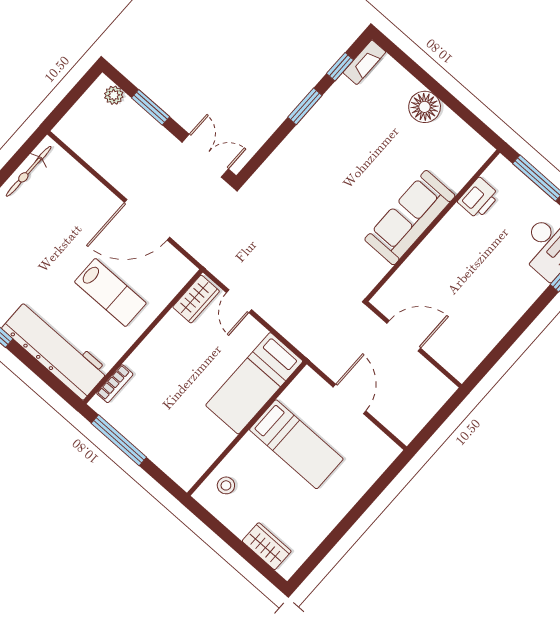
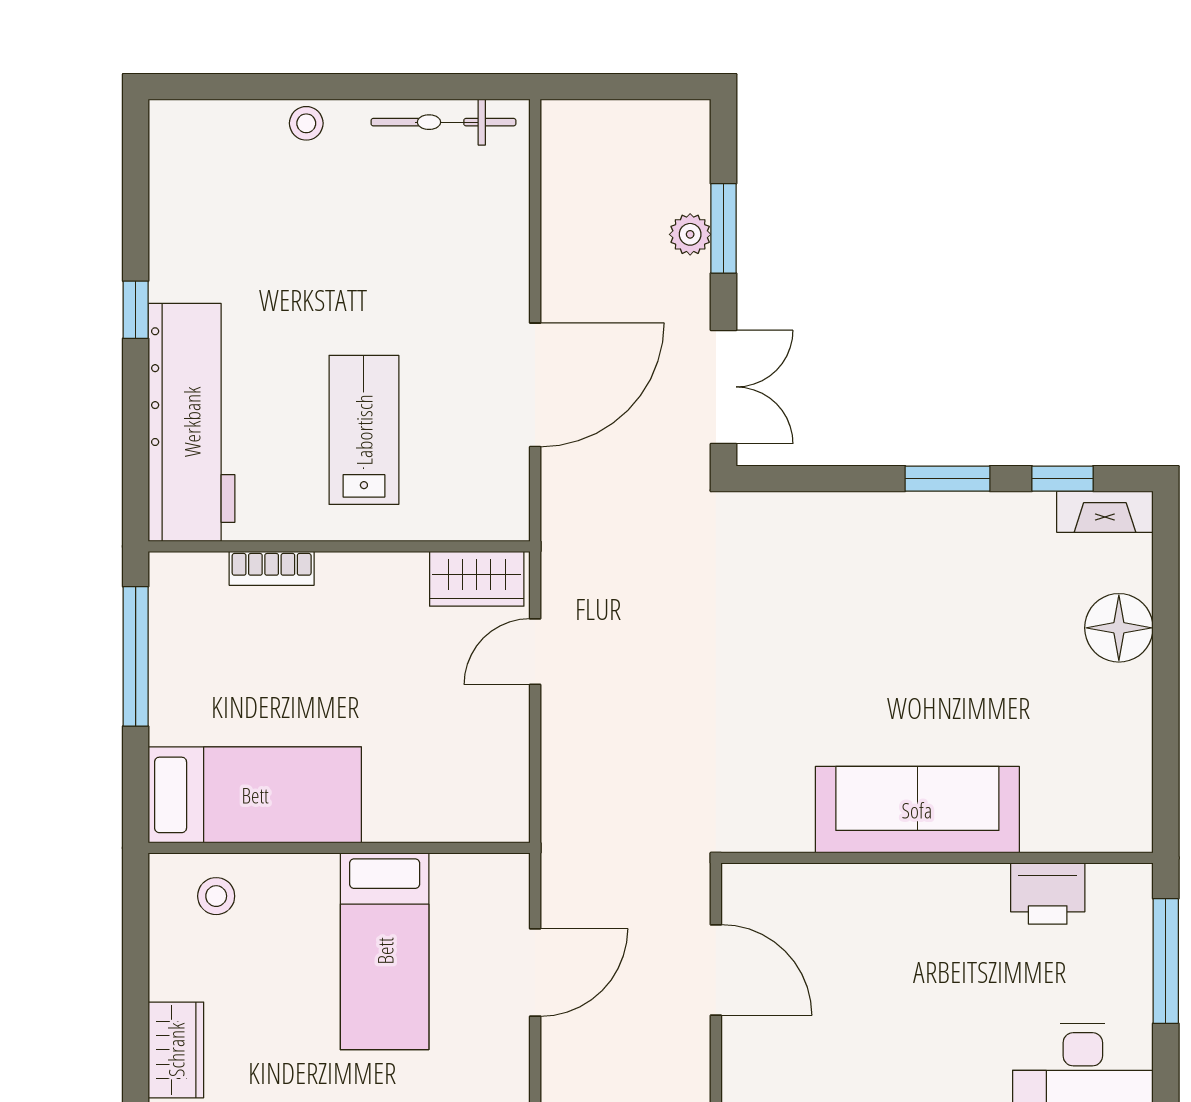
plant: (114, 95) -> (690, 234), moved
floor lamp: (425, 107) -> (1119, 628), moved
door: (147, 220) -> (535, 385), swing flipped
lab bench: (110, 292) -> (364, 430), turned 180
bed: (254, 383) -> (255, 795), moved, turned 180
bookcase: (115, 384) -> (272, 568), moved

